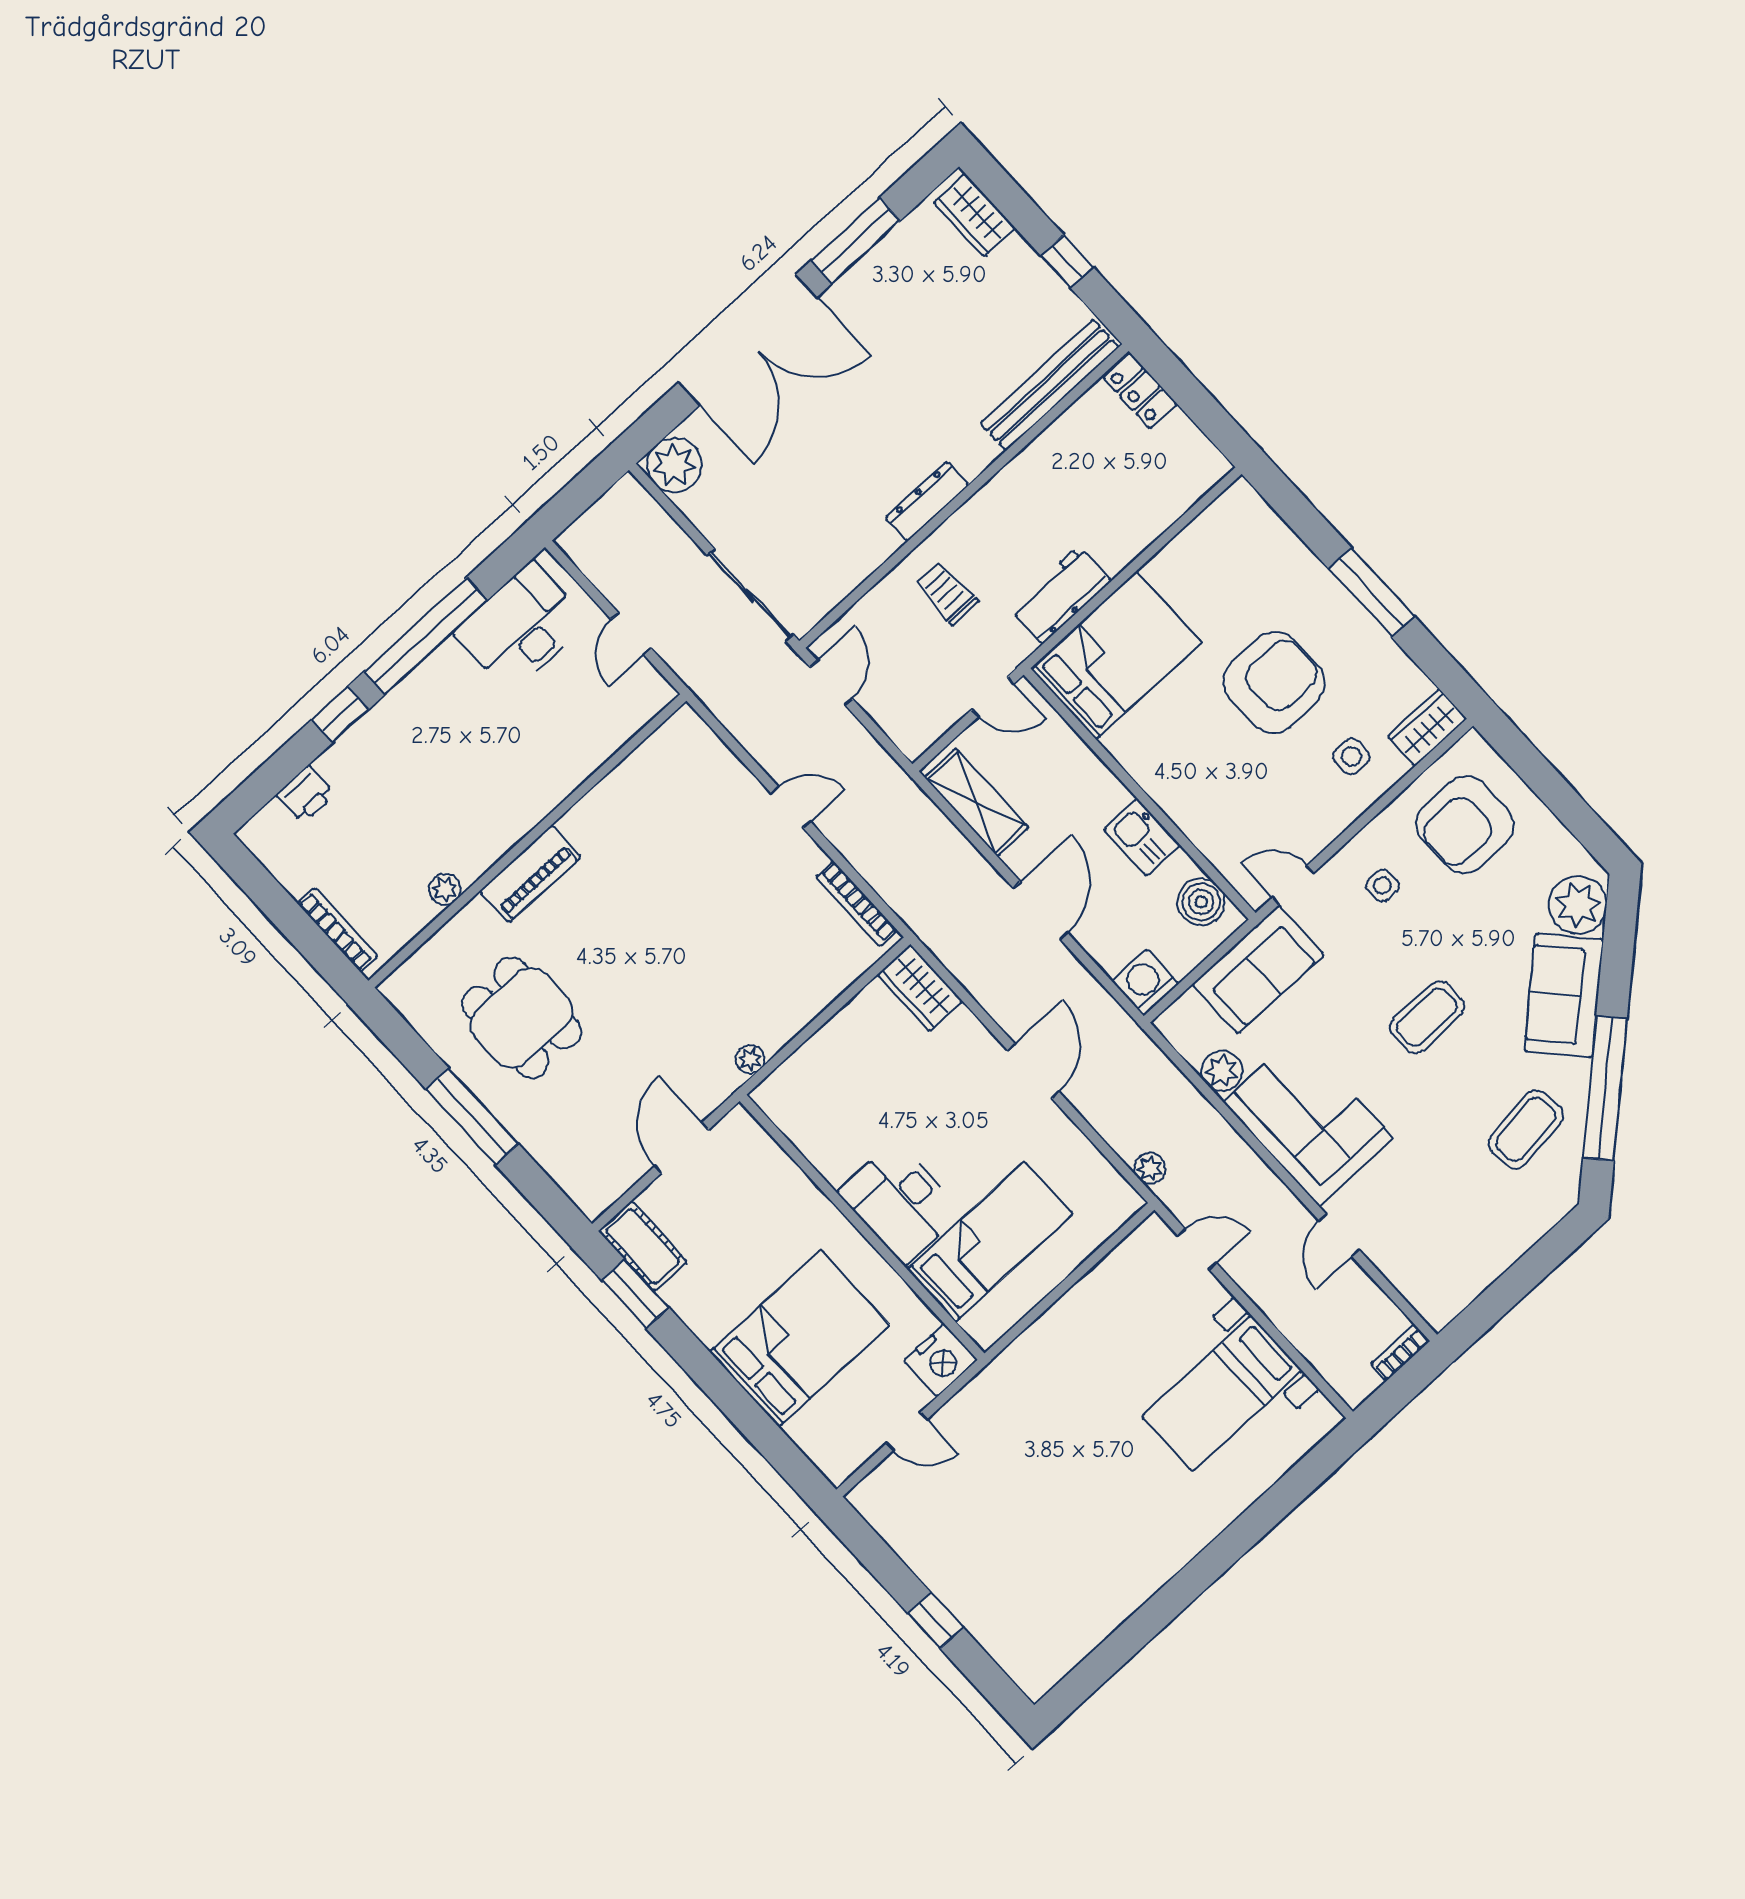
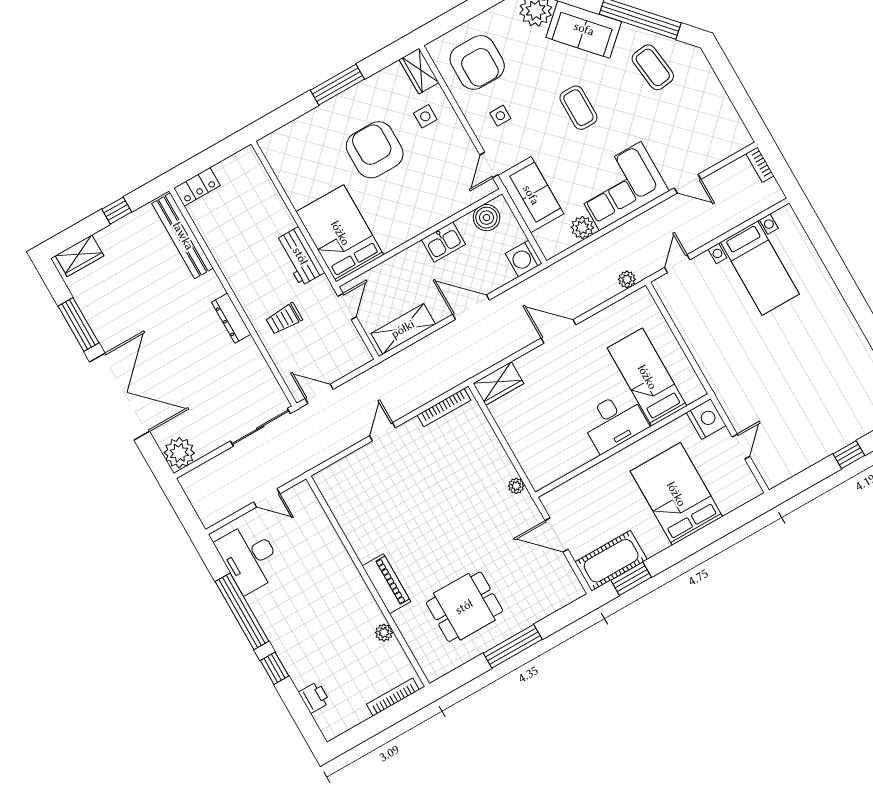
cot: (643, 1246) -> (611, 561), width x1.37, depth x1.34

